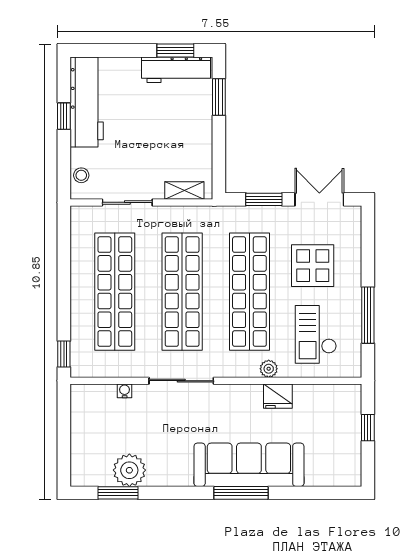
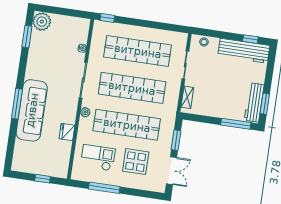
window: (219, 97) -> (236, 124), width x1.44
window: (64, 116) -> (250, 39), moved
plant: (269, 369) -> (85, 112), moved
plant: (129, 470) -> (42, 22), moved

